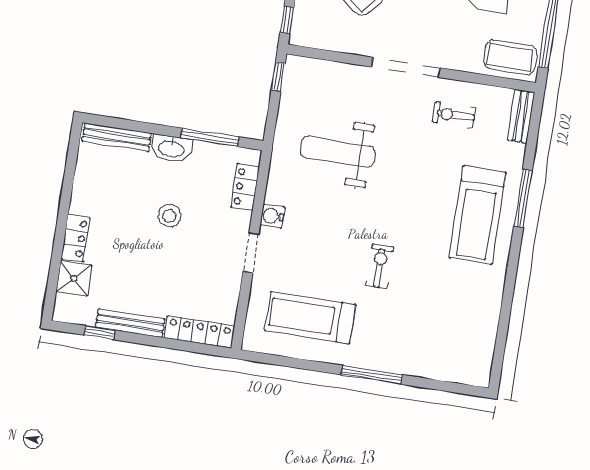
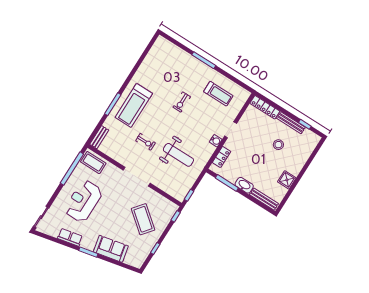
exercise bike: (454, 115) -> (145, 142), moved
treadmill: (477, 215) -> (134, 105), turned 180
stool: (169, 216) -> (278, 145), moved
locker: (76, 238) -> (298, 166), removed
shower: (74, 278) -> (287, 180), moved
treadmill: (310, 317) -> (218, 94), width x0.73, depth x0.73

